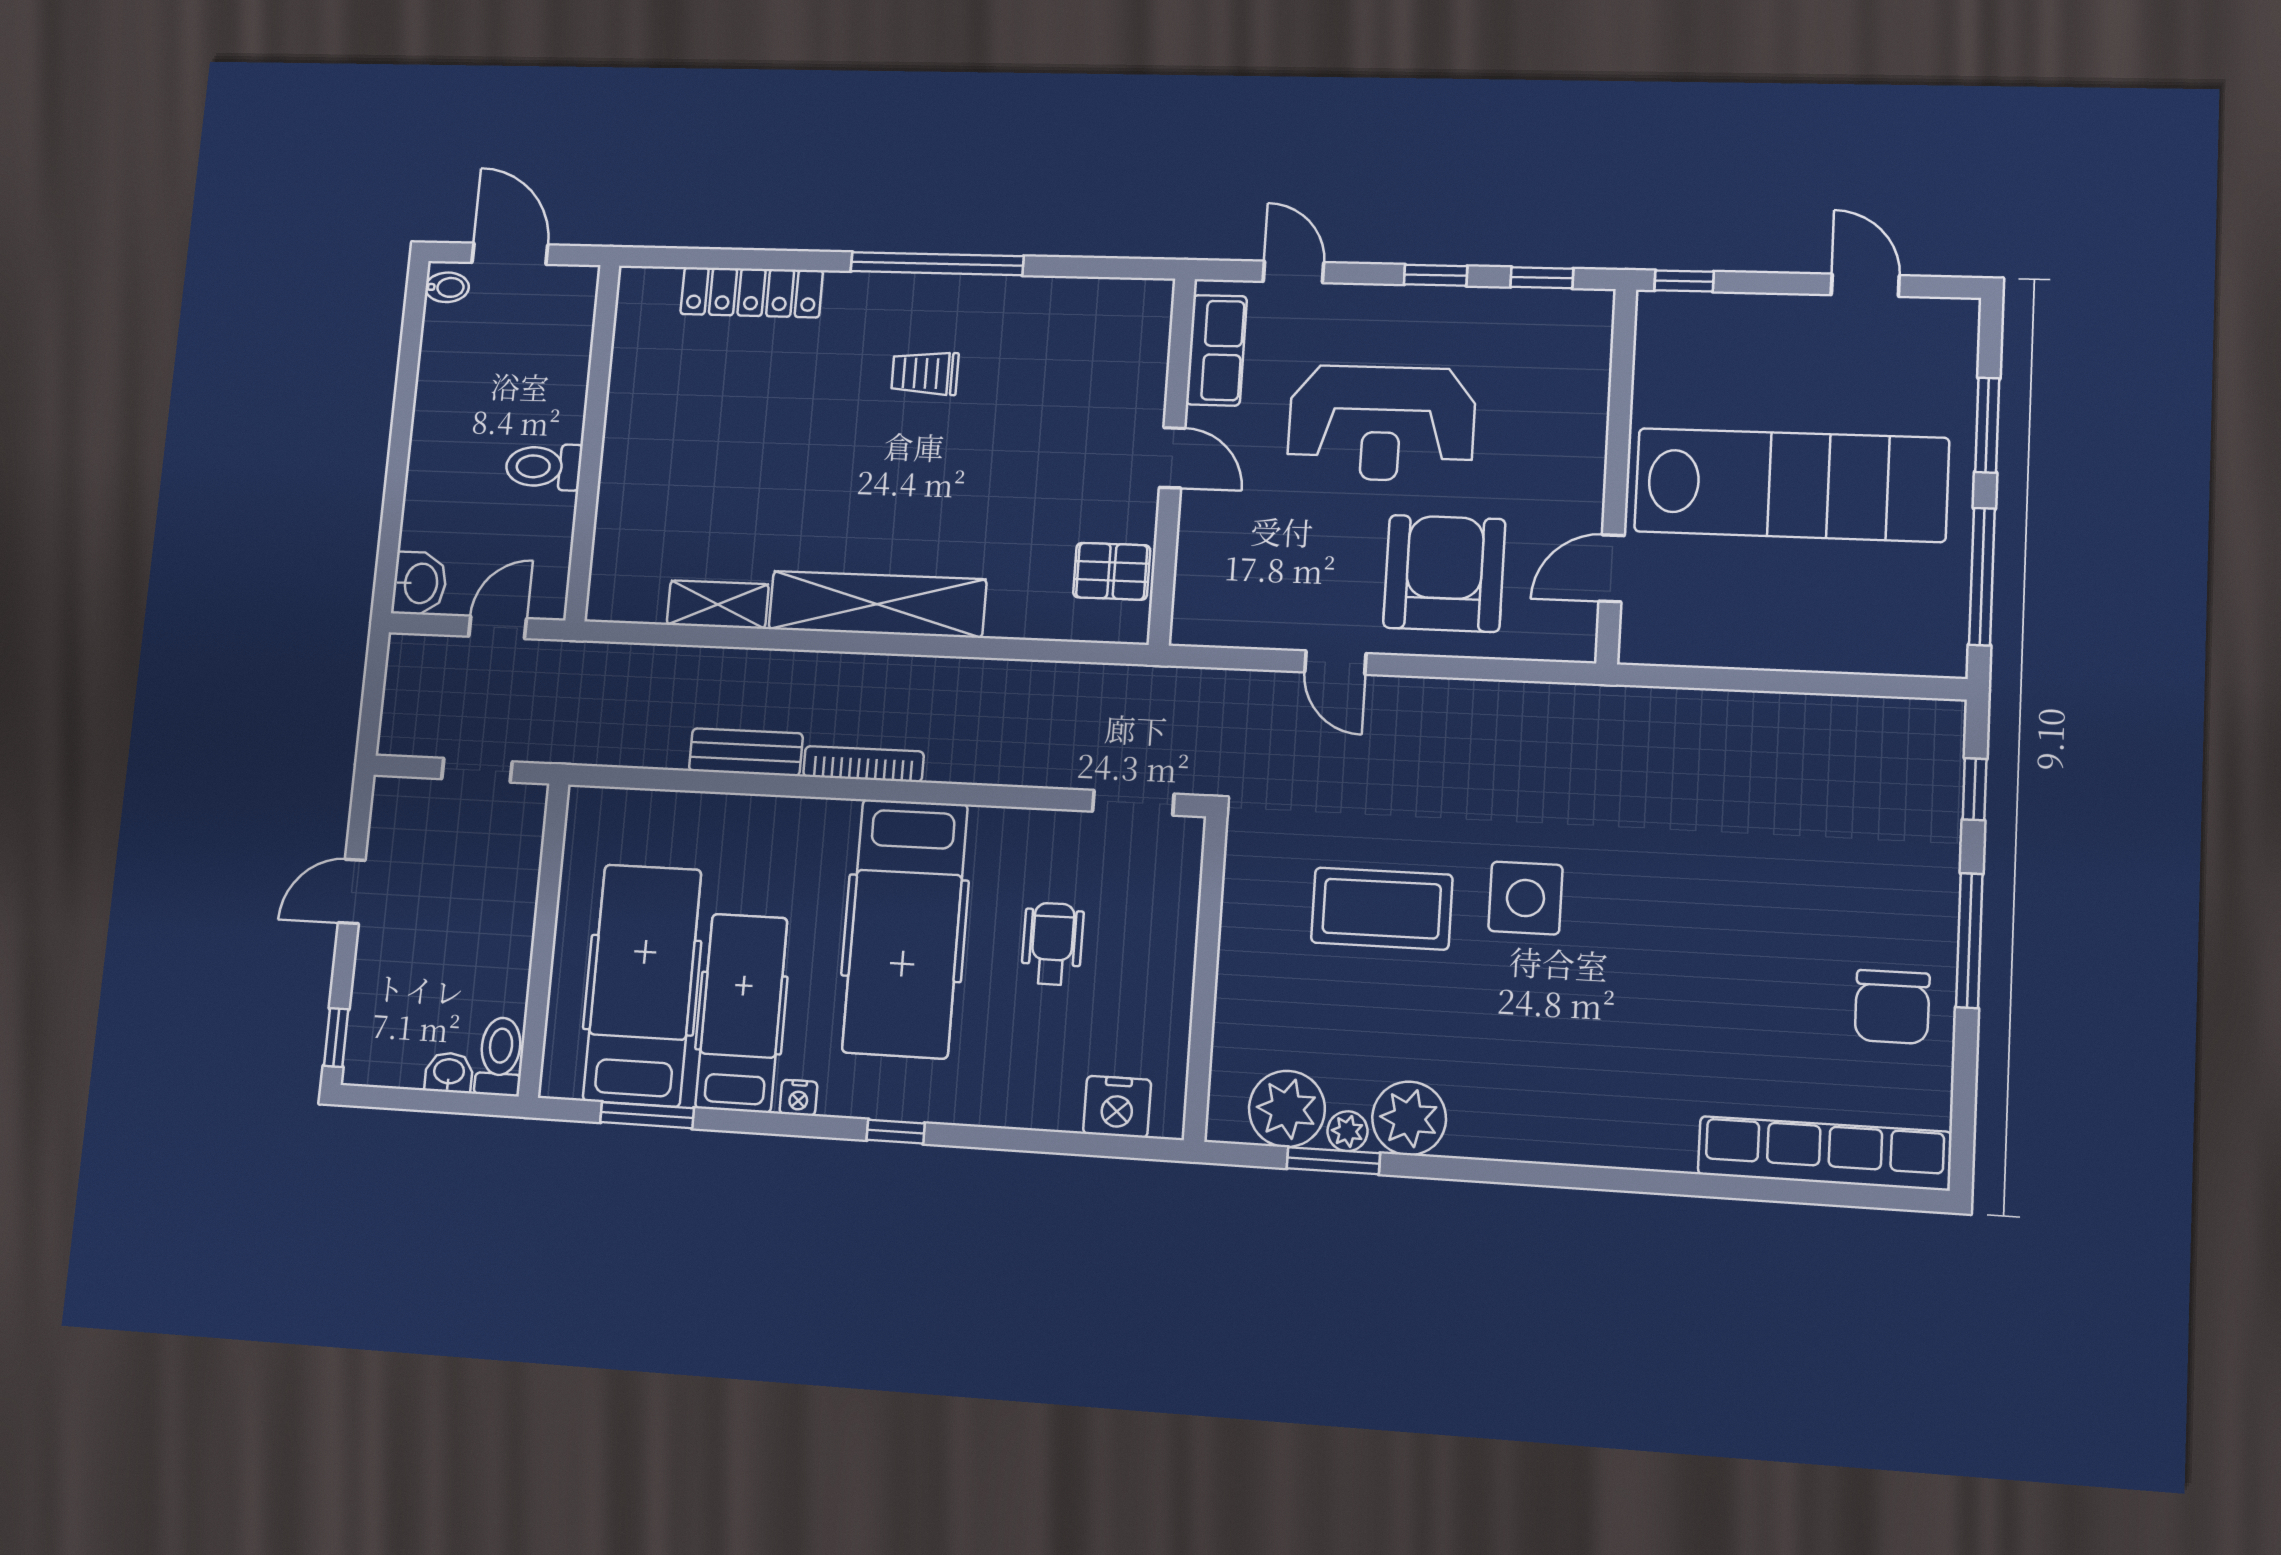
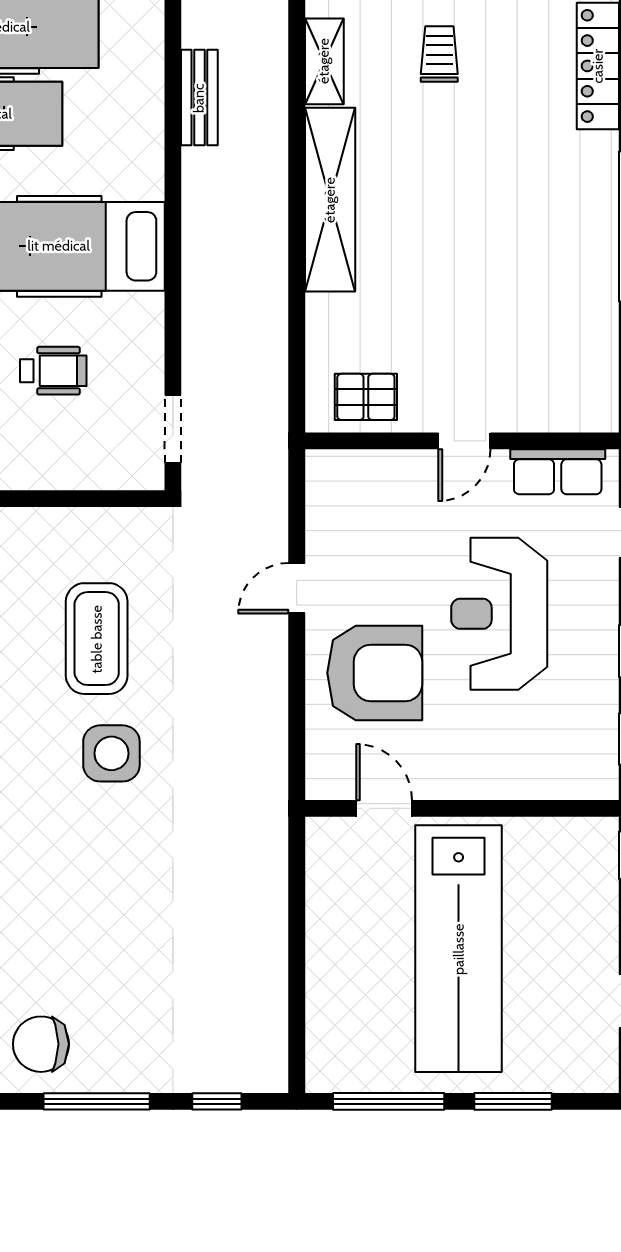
trolley: (925, 373) -> (439, 54), moved
pallet: (1112, 571) -> (366, 397), turned 90
bookcase: (863, 764) -> (194, 199), removed

